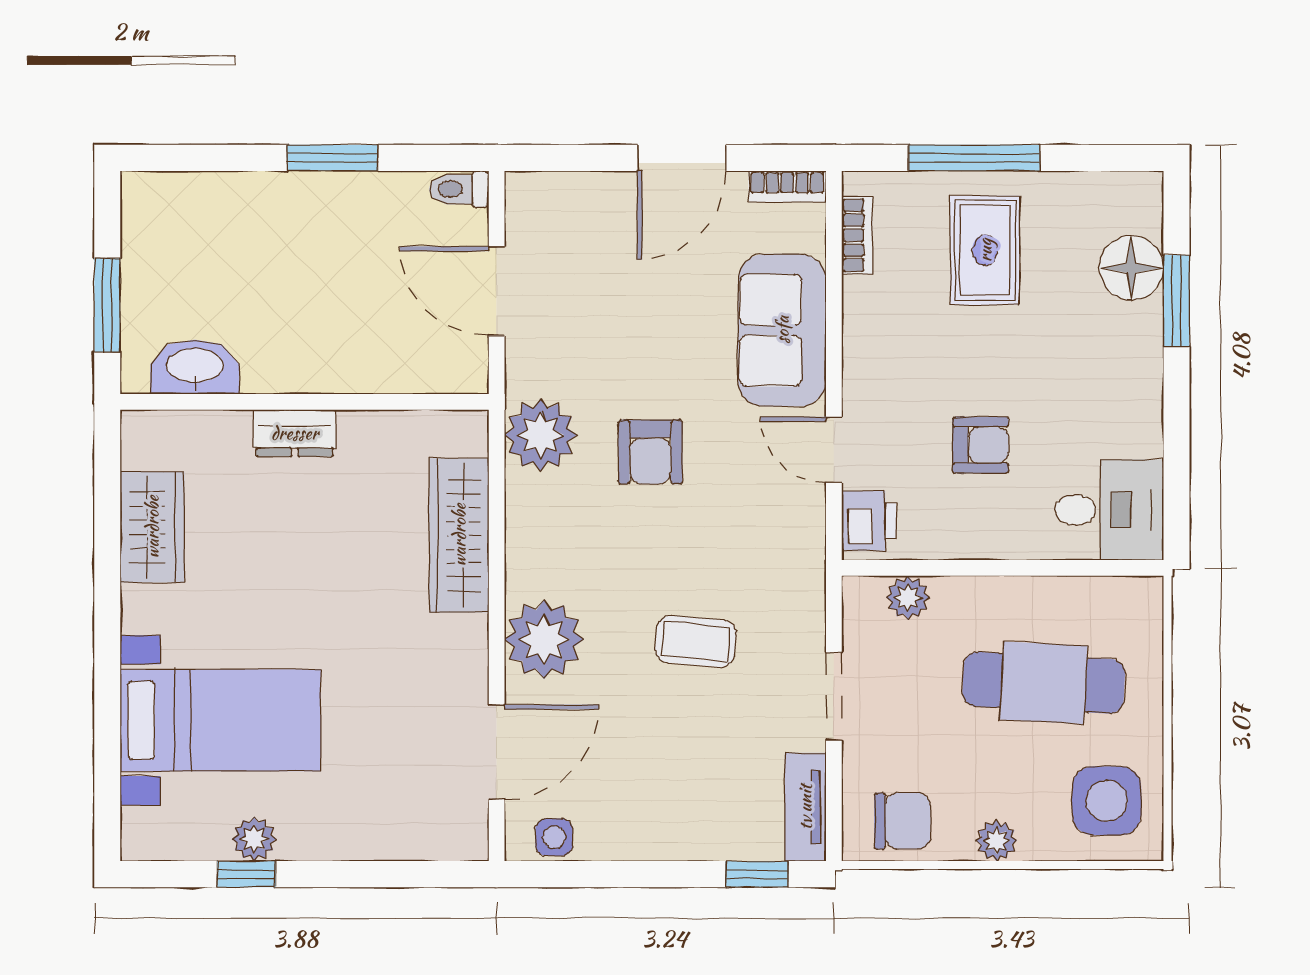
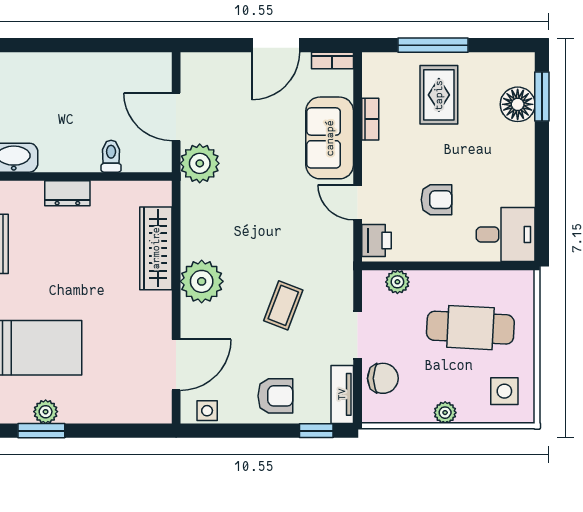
window: (333, 158) -> (88, 45), removed
toilet: (459, 189) -> (111, 156), moved, turned 90
bookcase: (857, 235) -> (370, 119), moved
window: (1177, 301) -> (542, 96), moved
plant: (541, 435) -> (200, 163), moved
armchair: (650, 452) -> (275, 396), moved, turned -90
plant: (544, 639) -> (202, 281), moved
coffee table: (696, 641) -> (283, 305), turned -74
side table: (1107, 801) -> (504, 391), width x0.73, depth x0.73
chair: (902, 821) -> (383, 378), moved
window: (246, 874) -> (41, 431), width x1.50

